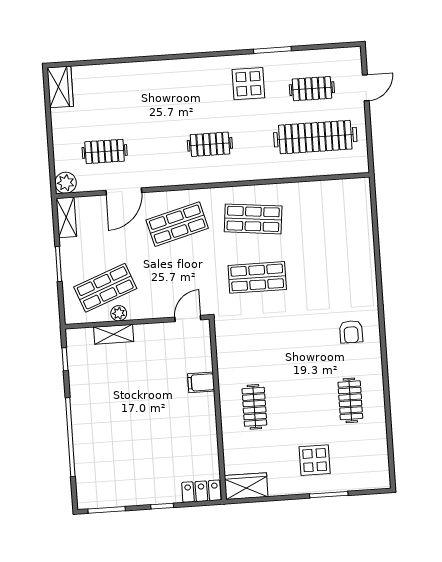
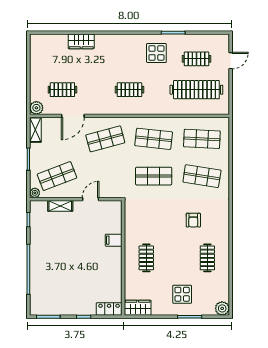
wardrobe: (60, 87) -> (81, 41), moved, turned 90
shop shelf: (329, 214) -> (202, 139), added
shop shelf: (333, 272) -> (202, 176), added
plant: (119, 313) -> (35, 193), moved
door: (188, 318) -> (91, 199), moved
armchair: (351, 332) -> (193, 220), moved
plant: (379, 478) -> (222, 308), added

